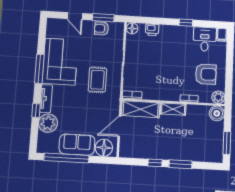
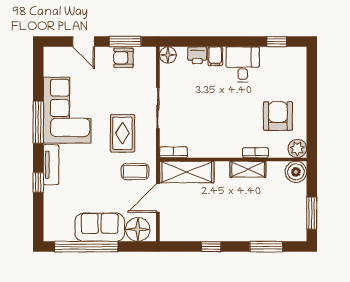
window: (186, 23) -> (277, 42), moved
filing cabinet: (222, 35) -> (215, 56), moved
desk: (205, 39) -> (243, 64), moved
armchair: (206, 74) -> (278, 116), turned -90
coffee table: (105, 107) -> (135, 172), added
shelving: (173, 109) -> (248, 169), moved
plant: (48, 123) -> (57, 199), removed
window: (180, 164) -> (266, 247), moved

